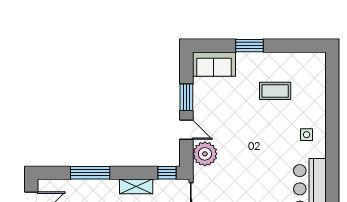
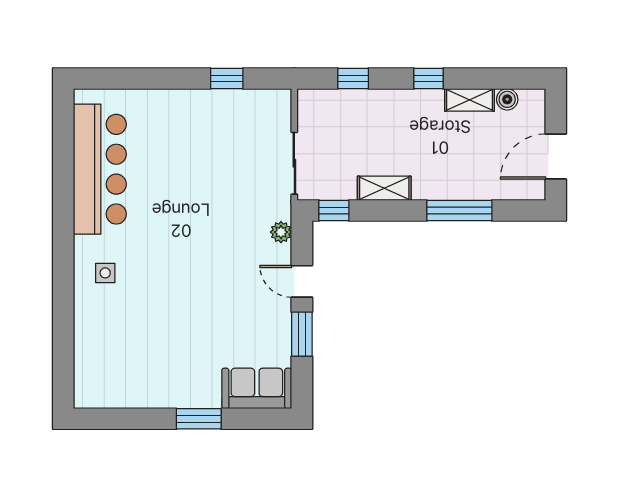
coffee table: (275, 91) -> (157, 345), removed
plant: (205, 154) -> (281, 232), width x0.53, depth x0.53

